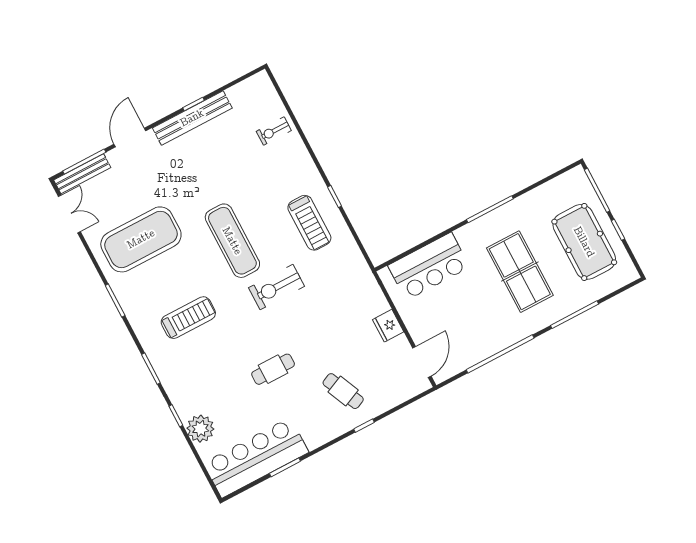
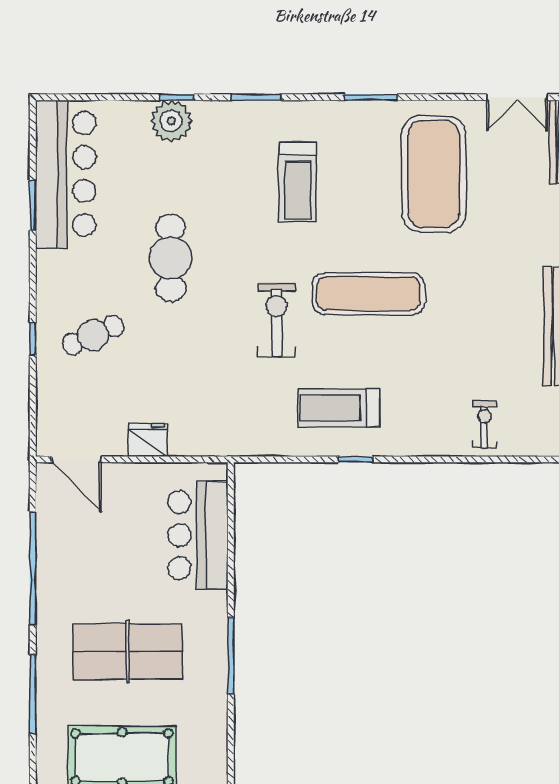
cafe table: (273, 369) -> (171, 258), width x1.37, depth x1.35
plant: (200, 429) -> (171, 121), moved

